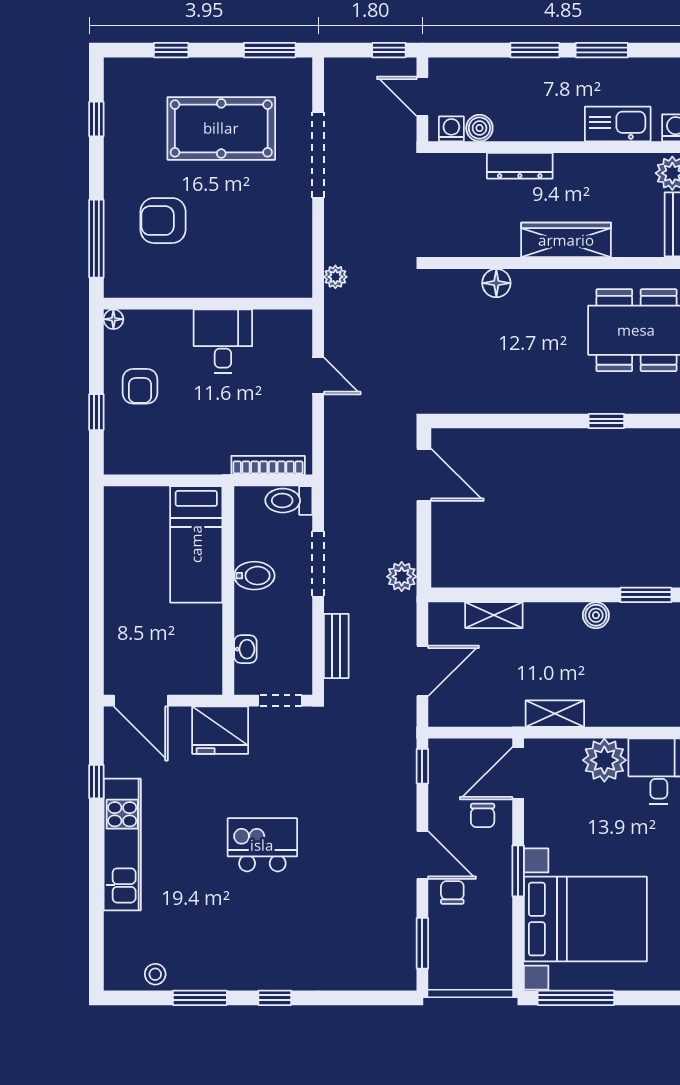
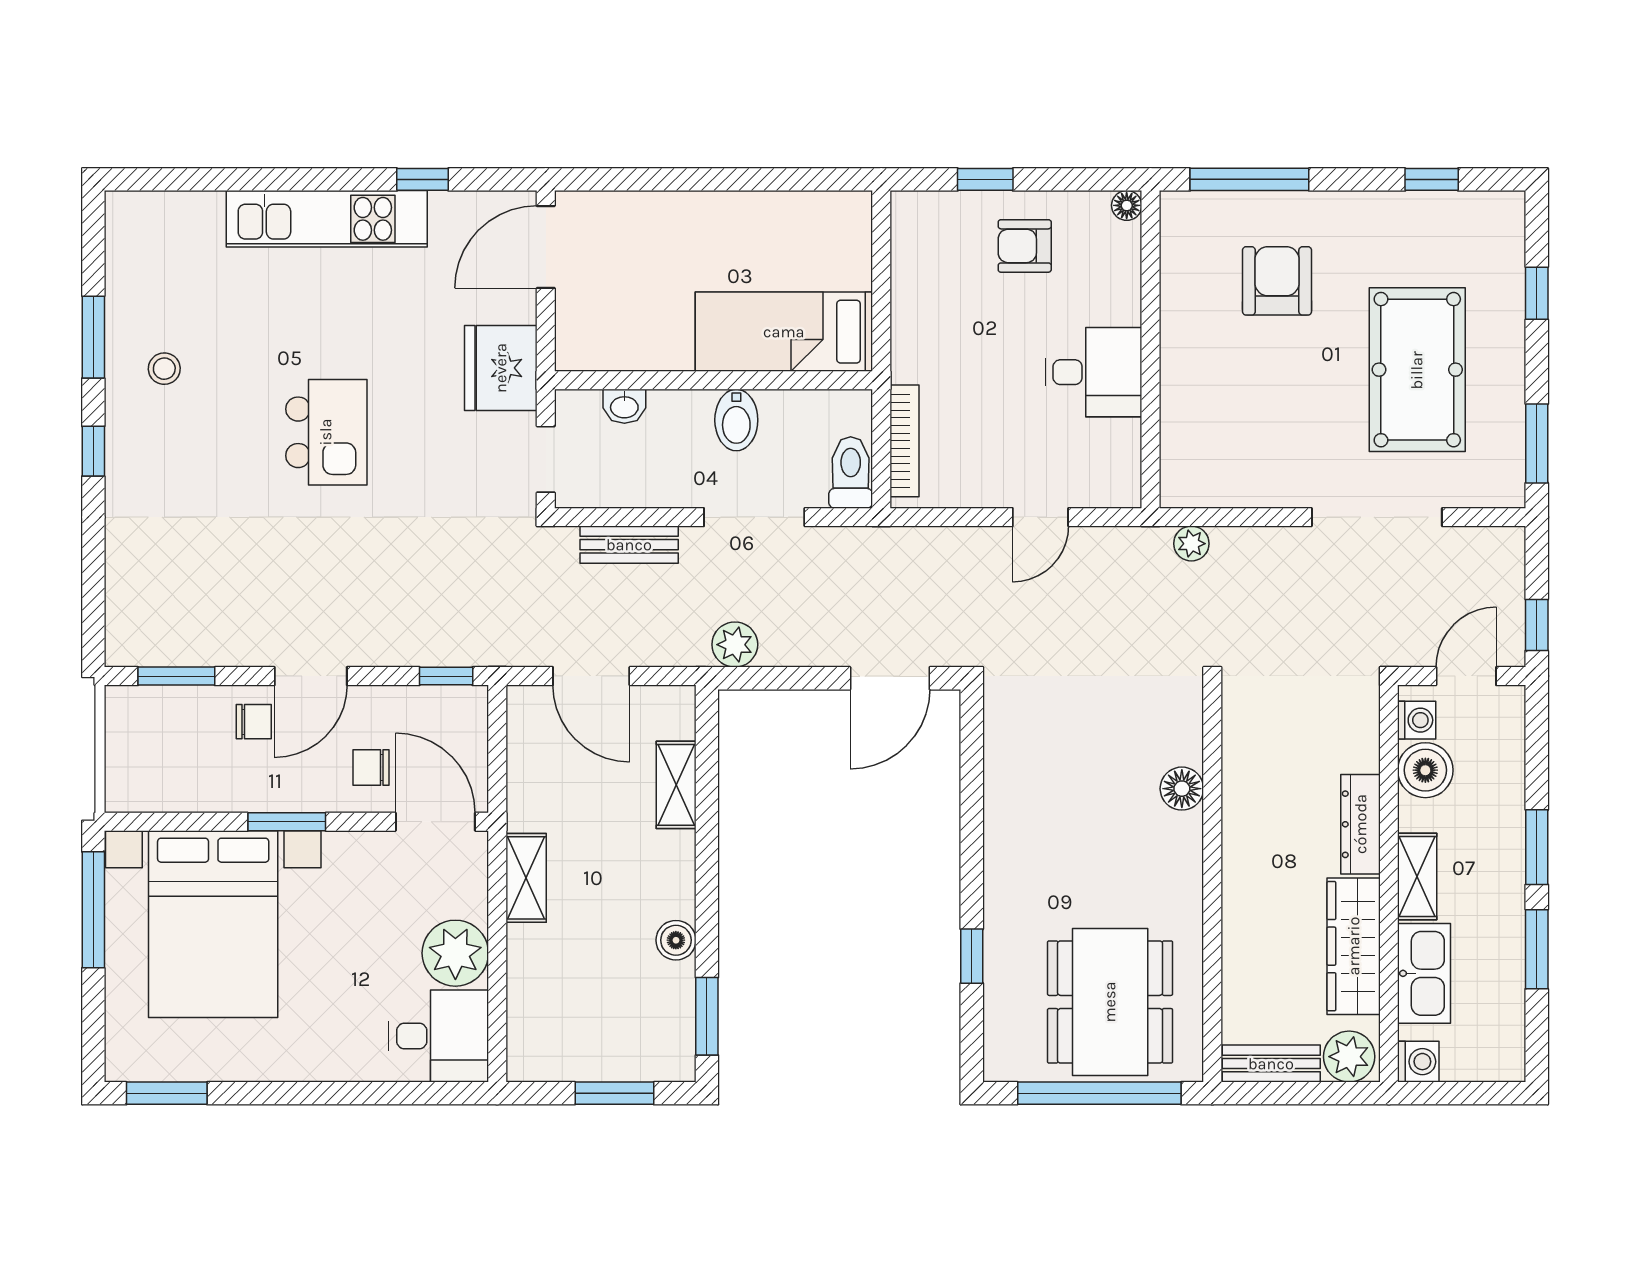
boiler: (479, 128) -> (1425, 770), width x1.36, depth x1.36
shelving: (554, 129) -> (1417, 877), added
wardrobe: (566, 240) -> (1354, 946), moved, turned 180
stool: (155, 974) -> (164, 369), moved

